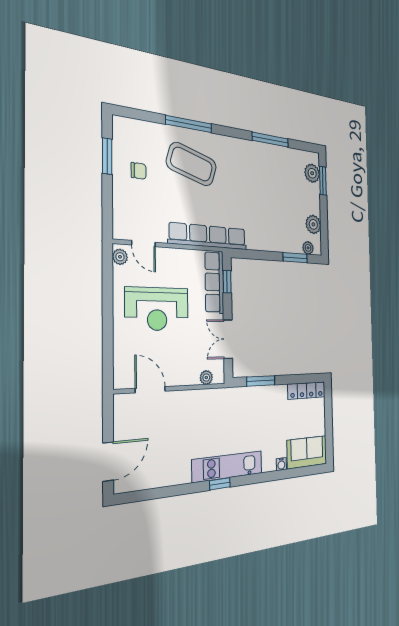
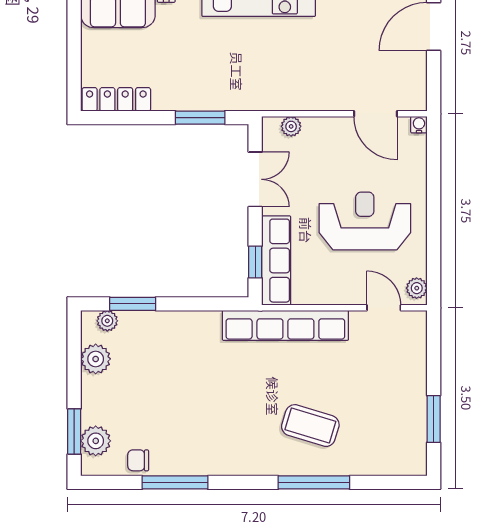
coffee table: (192, 164) -> (310, 426), width x0.73, depth x0.76
chair: (139, 171) -> (138, 460), moved
water cooler: (119, 383) -> (419, 125), added

